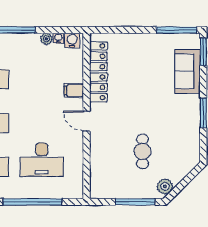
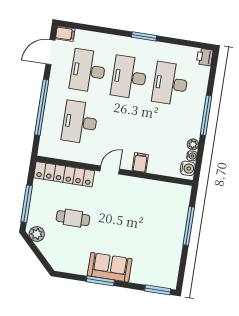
window: (177, 30) -> (189, 226), moved
sofa: (188, 71) -> (110, 267), moved
locker: (98, 72) -> (64, 174), moved

